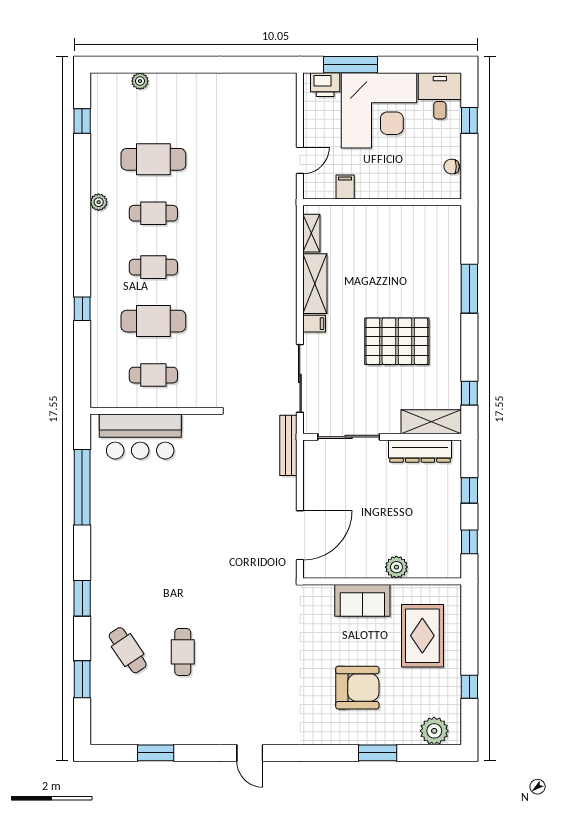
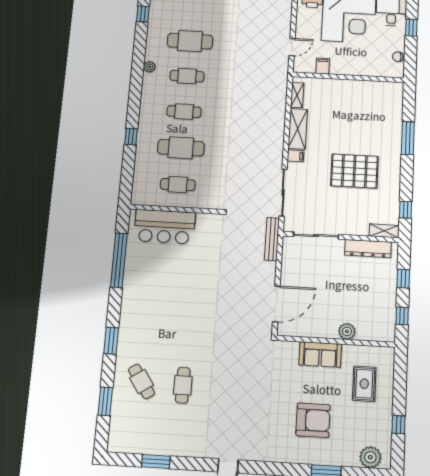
shelving: (431, 422) -> (384, 231), width x0.67, depth x0.75
rug: (422, 636) -> (364, 384), width x0.73, depth x0.70

